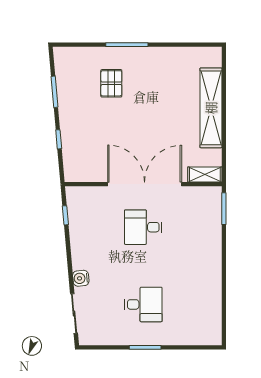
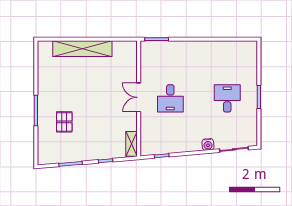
pallet: (111, 83) -> (64, 122), turned 90
shelving: (205, 174) -> (132, 144), moved
double door: (145, 184) -> (139, 97), width x0.54

